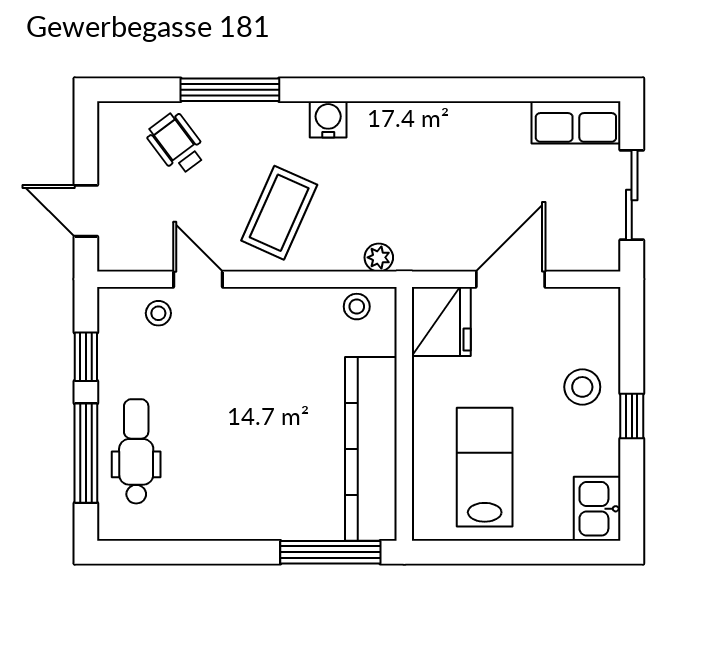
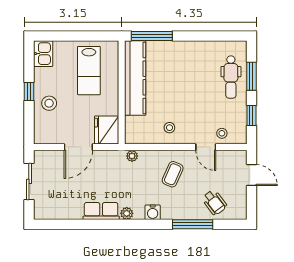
plant: (392, 117) -> (127, 213), added
row of seats: (576, 122) -> (101, 211), moved
coffee table: (279, 213) -> (173, 174), width x0.73, depth x0.77
stool: (357, 307) -> (169, 128), moved
window: (86, 453) -> (251, 76), width x0.69

